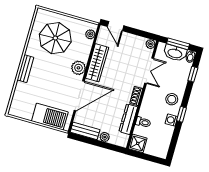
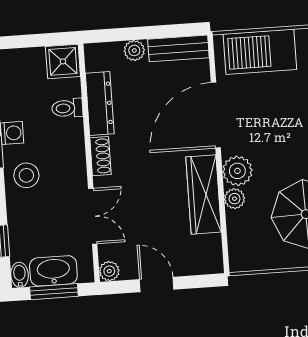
door: (116, 26) -> (157, 284), moved
plant: (90, 34) -> (235, 199), moved
double door: (149, 71) -> (93, 216), swing flipped

